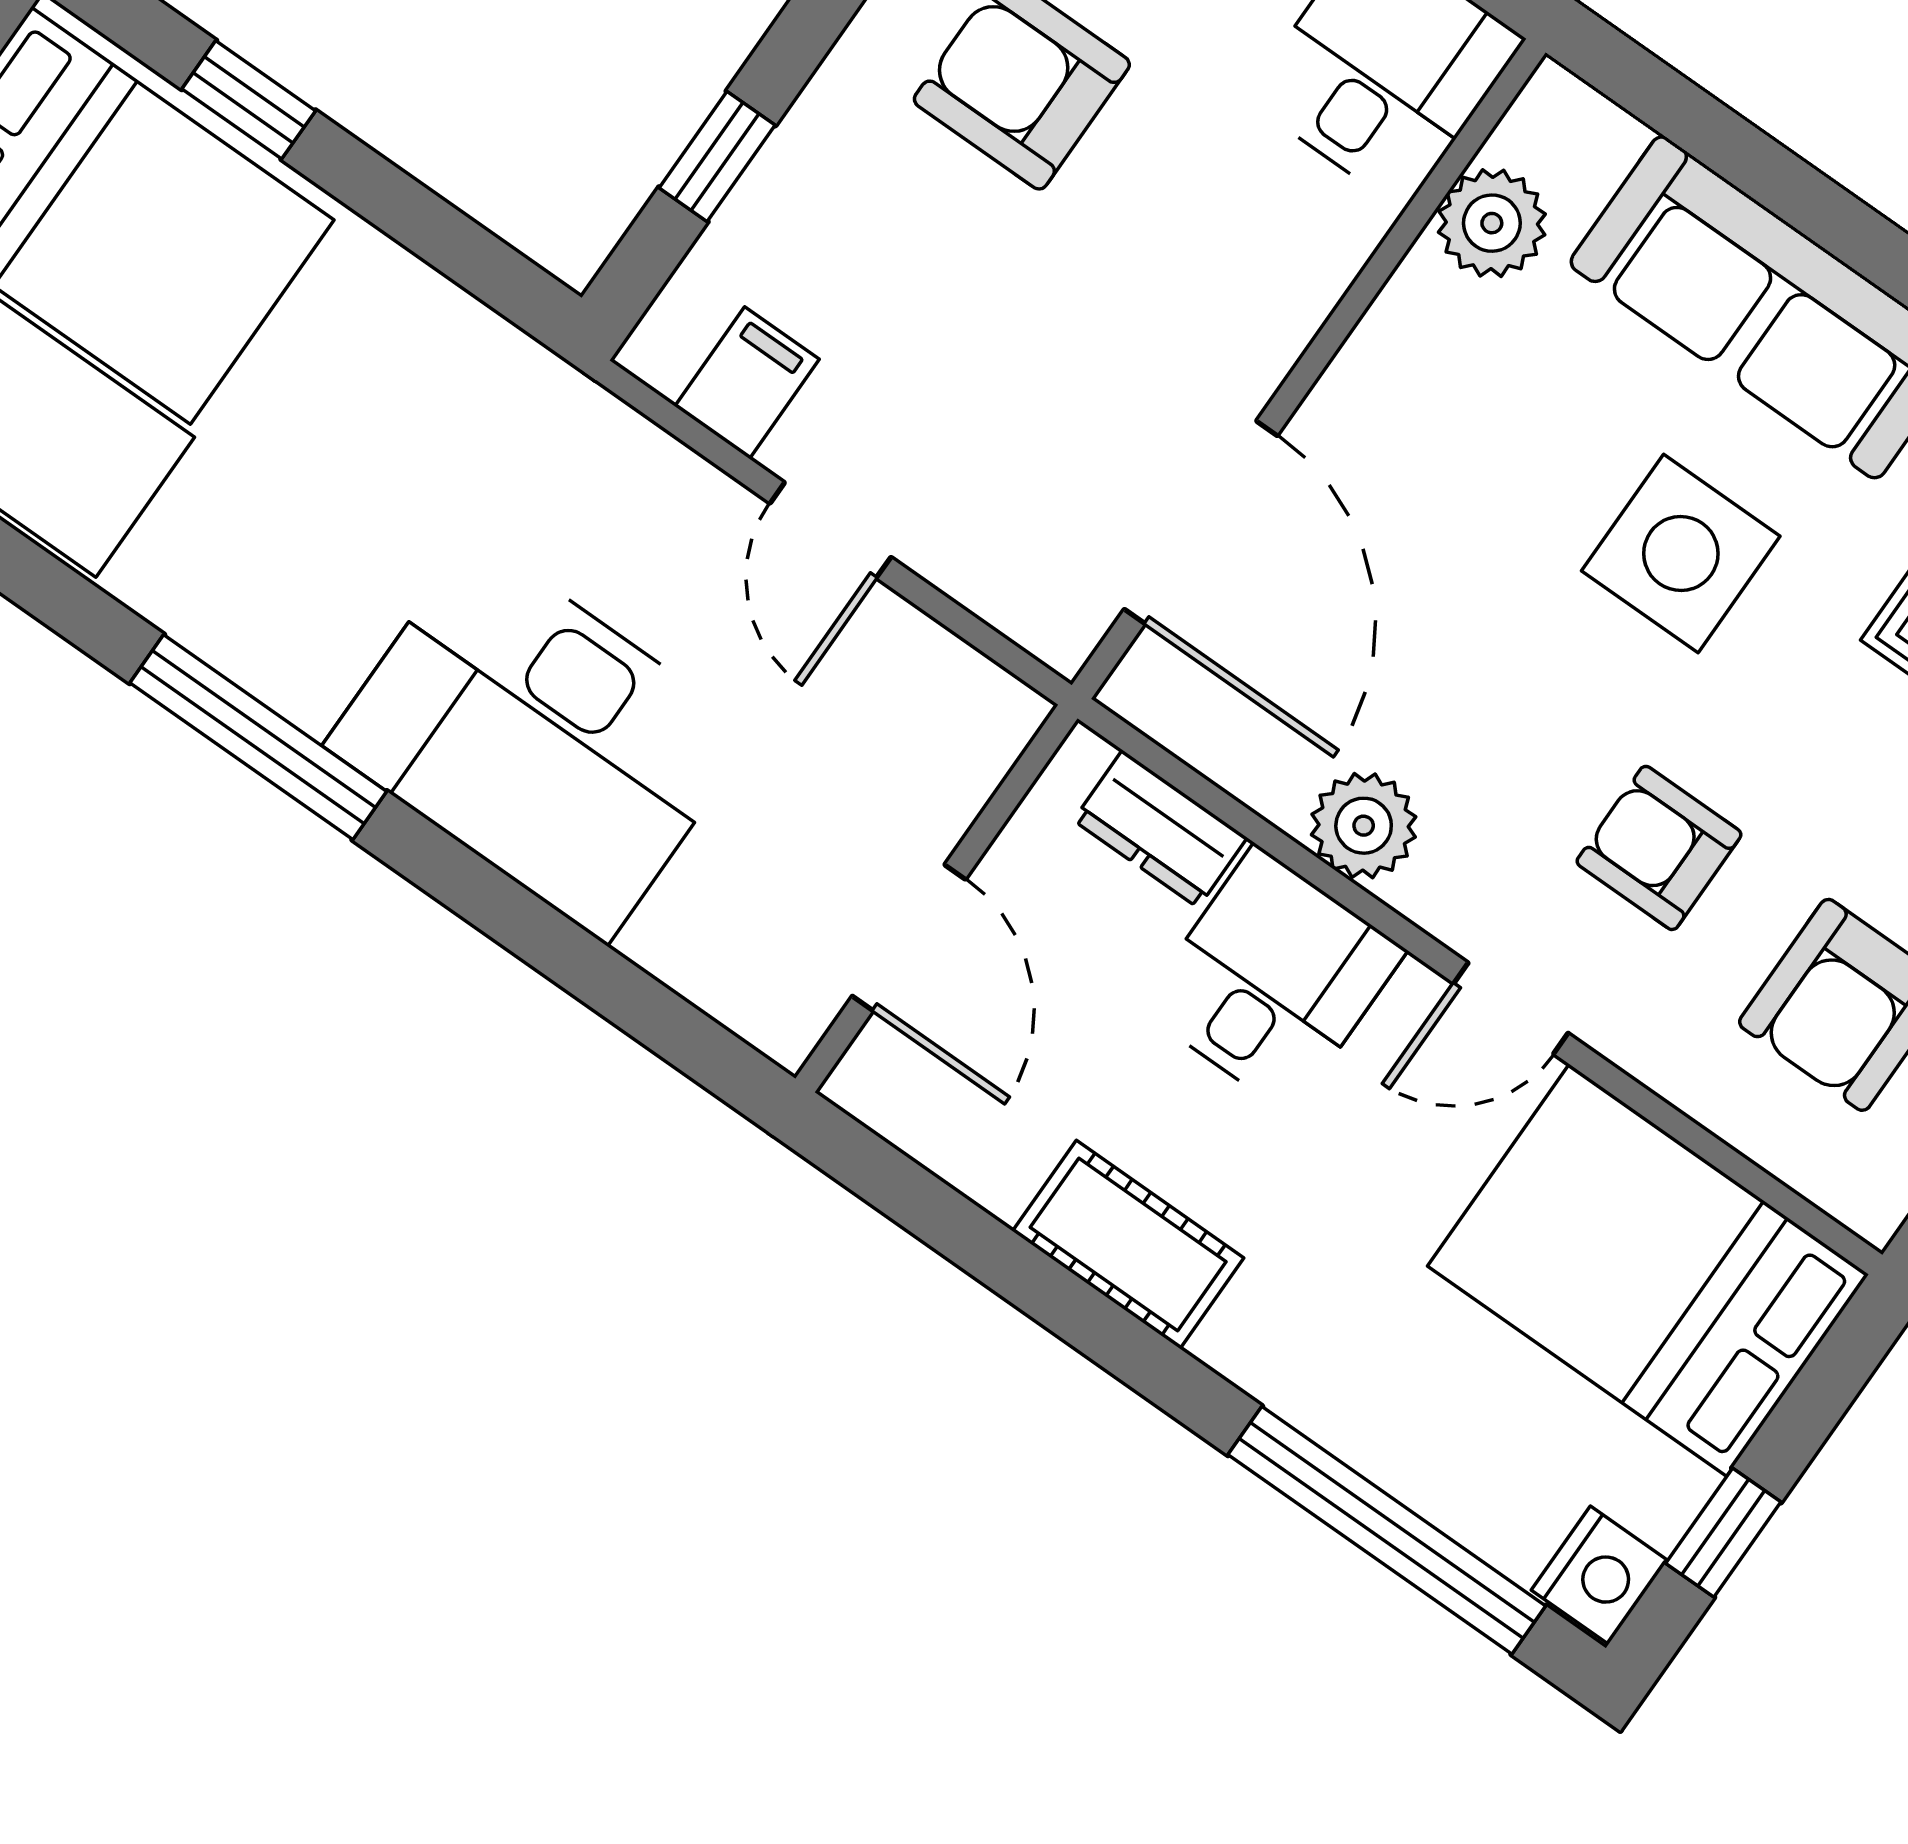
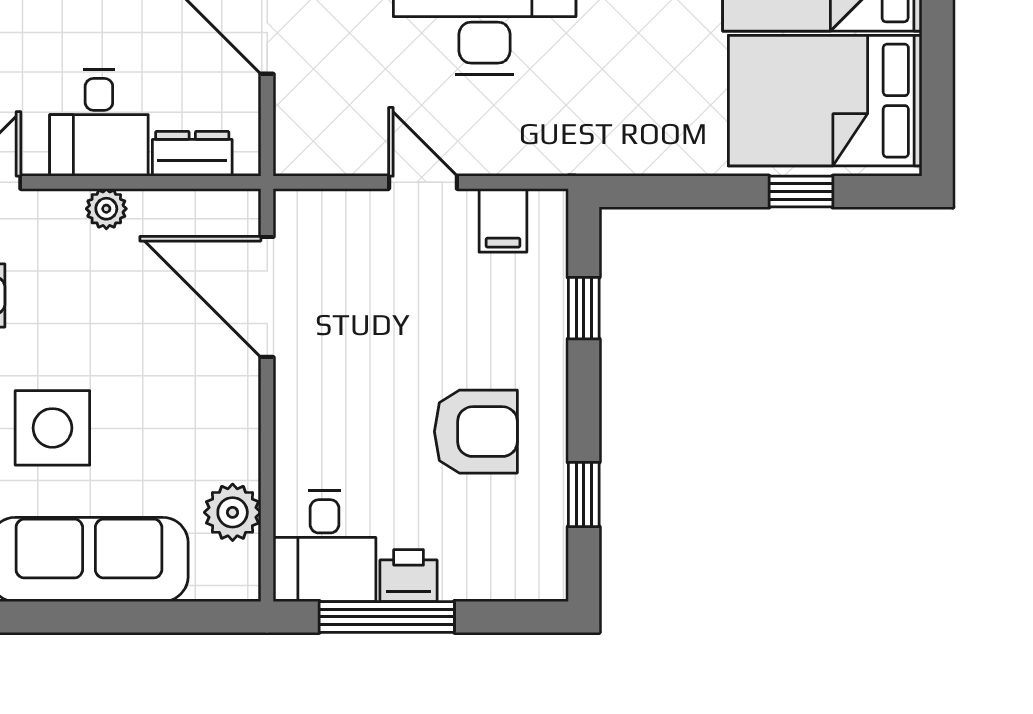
plant: (1364, 826) -> (106, 209), width x0.73, depth x0.73

